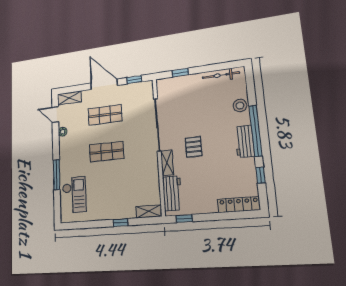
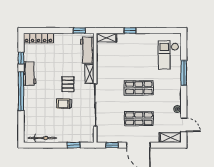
stool: (240, 106) -> (30, 112), removed
trolley: (196, 122) -> (64, 104), added
workbench: (244, 141) -> (30, 74), moved

